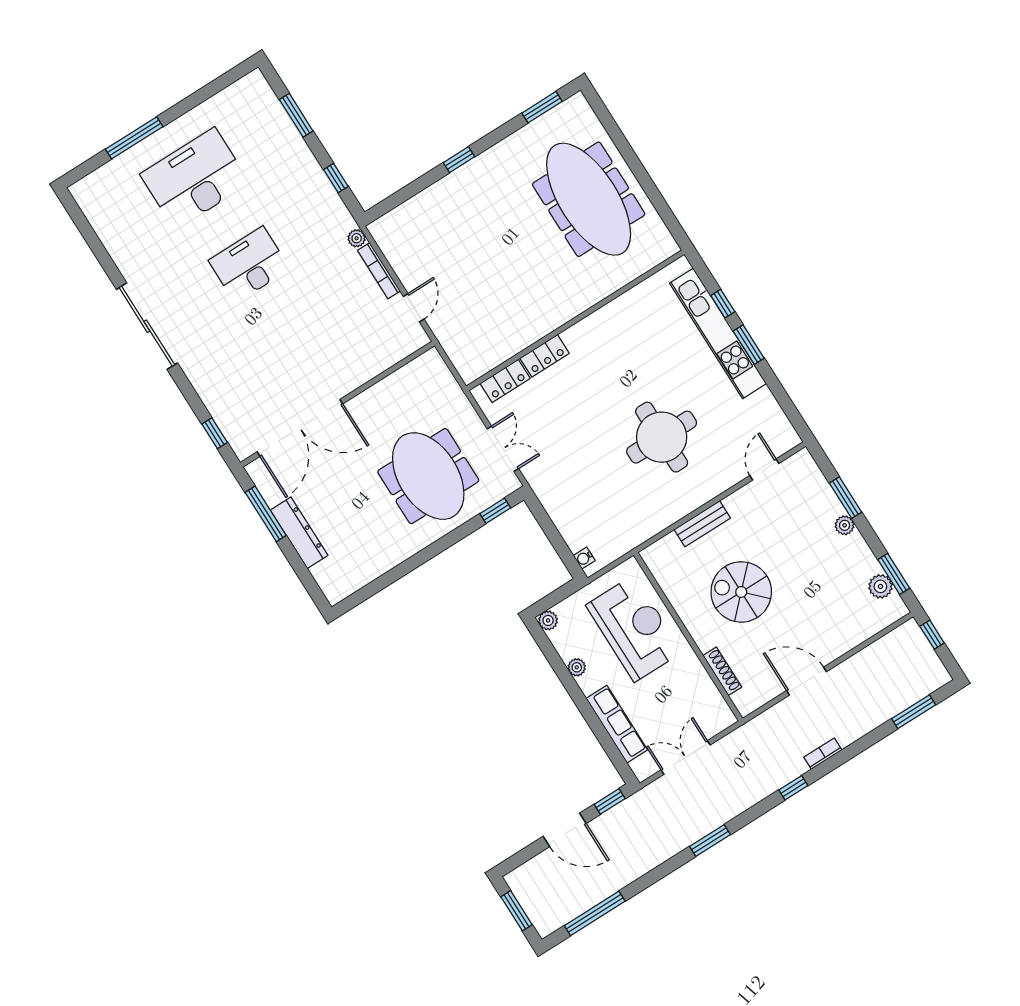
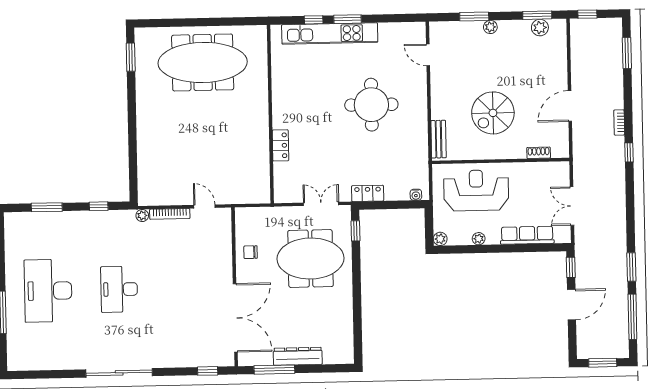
window: (459, 160) -> (132, 126), removed
locker: (505, 381) -> (368, 193), moved, turned -90
chair: (392, 398) -> (251, 252), added
bench: (702, 524) -> (439, 139), moved
shoe rack: (722, 671) -> (539, 153), width x0.70
window: (710, 840) -> (631, 267), moved

